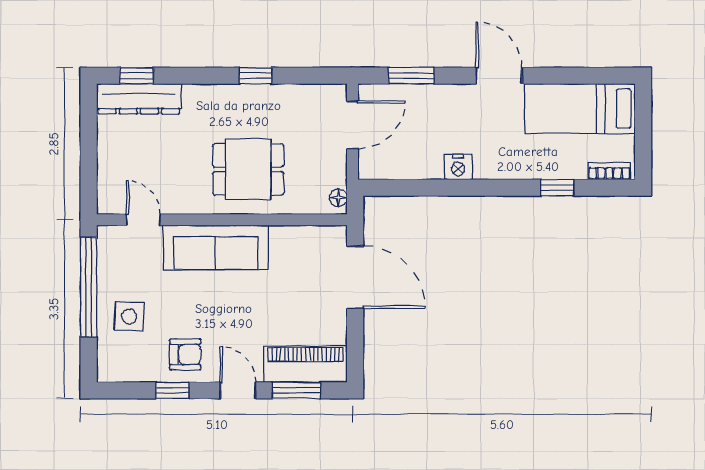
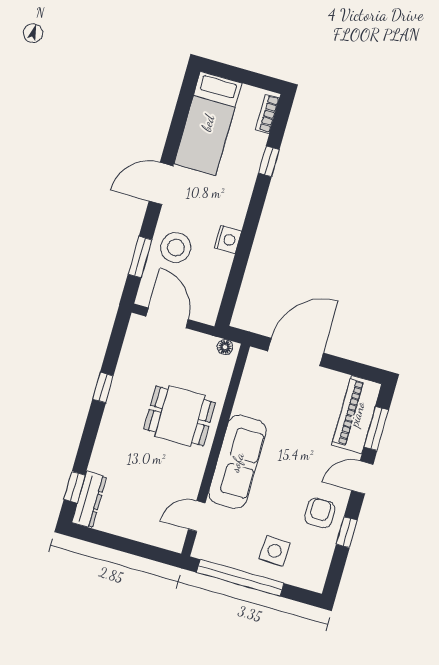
dresser: (139, 99) -> (89, 500), width x0.73, depth x0.80
stool: (433, 112) -> (176, 248), added
dining table: (248, 169) -> (180, 416), turned 90

